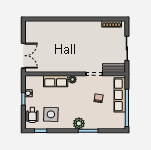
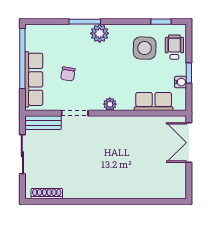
row of seats: (56, 81) -> (154, 102), moved

